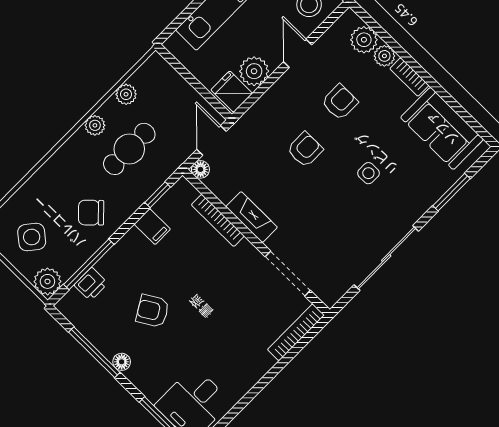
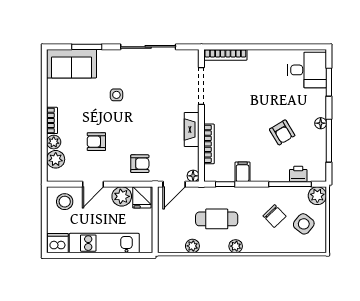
plant: (95, 125) -> (236, 246), moved
sofa: (442, 128) -> (72, 64), moved, turned 90
armchair: (305, 150) -> (140, 164), moved, turned 180
chair: (91, 213) -> (274, 216), moved

